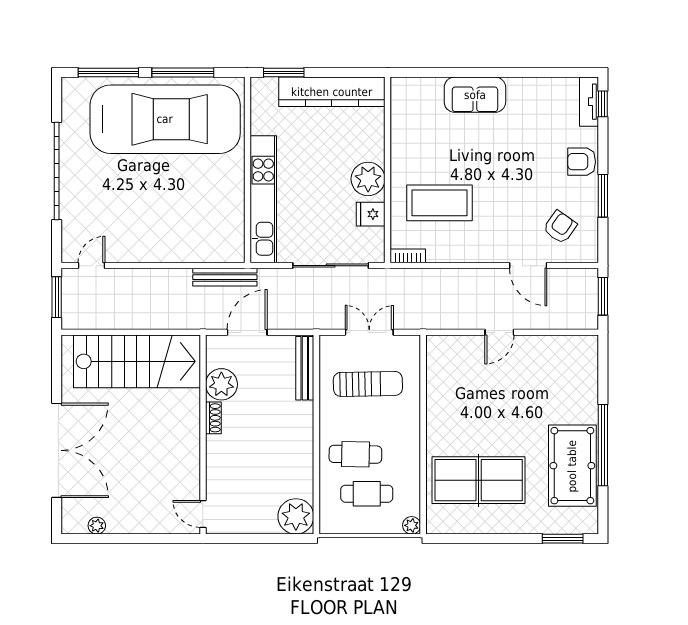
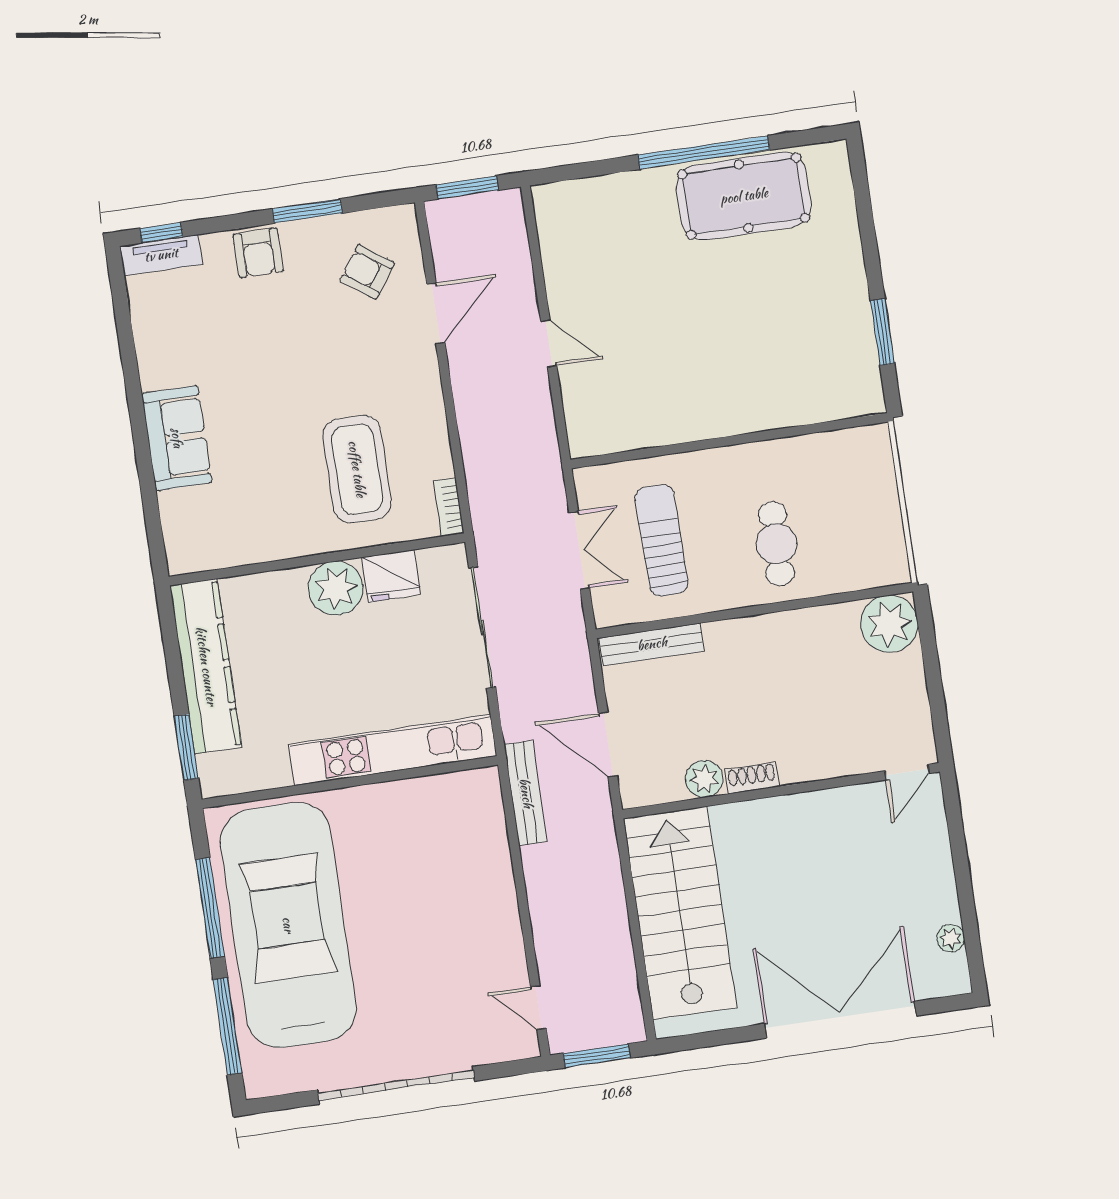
fridge: (371, 214) -> (391, 576), width x1.38
double door: (369, 332) -> (579, 550), swing flipped
plant: (221, 384) -> (704, 779), width x0.73, depth x0.73
table tennis table: (479, 480) -> (789, 342), removed
cafe table: (367, 494) -> (836, 516), removed
plant: (412, 525) -> (876, 438), removed
window: (563, 539) -> (882, 332), moved

